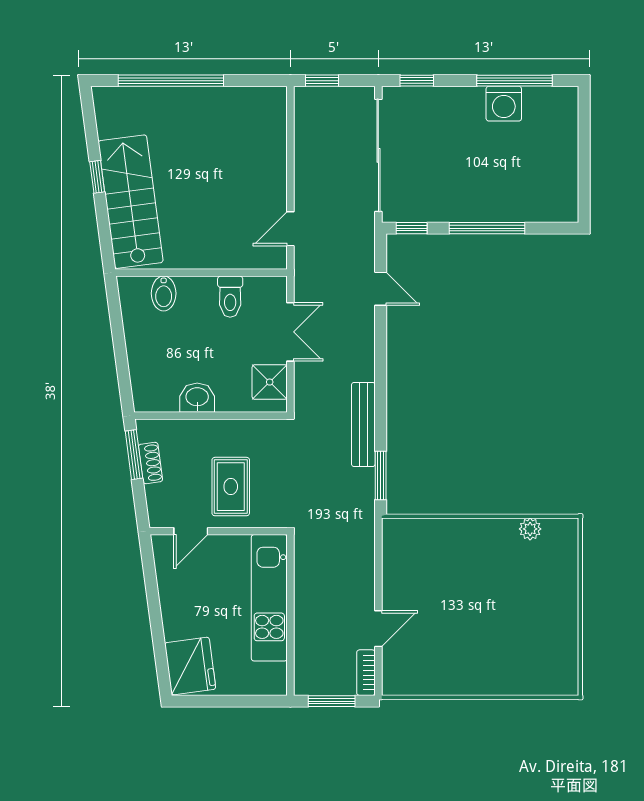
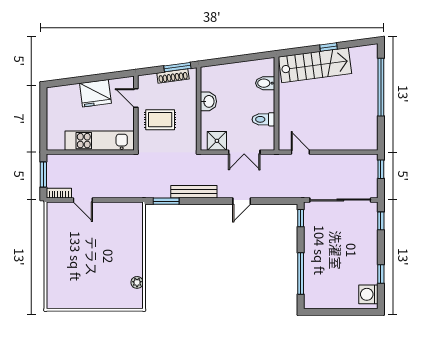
window: (514, 81) -> (381, 274), width x0.46
washing machine: (504, 104) -> (368, 294), moved
window: (487, 228) -> (301, 274), moved
door: (381, 289) -> (242, 201), moved
shoe rack: (150, 463) -> (173, 76), width x1.43
fridge: (190, 666) -> (95, 93), moved

